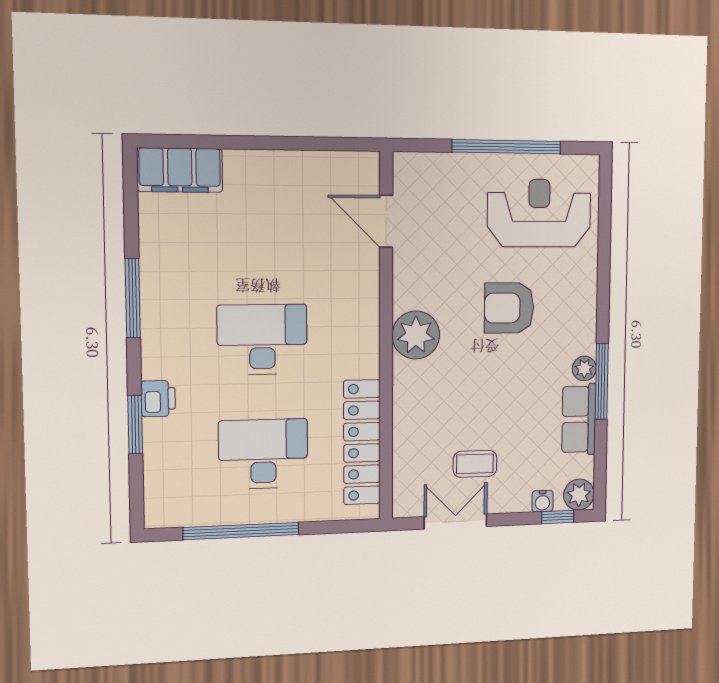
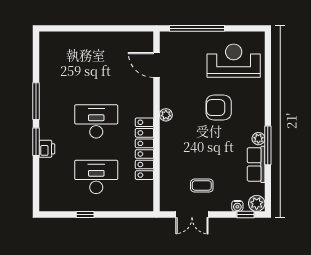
window: (507, 147) -> (197, 28), moved
filing cabinet: (180, 170) -> (59, 42), removed
plant: (416, 335) -> (166, 115), width x0.53, depth x0.53
window: (135, 425) -> (36, 142), moved
locker: (362, 442) -> (144, 149), moved
double door: (455, 521) -> (192, 214), swing flipped
window: (241, 531) -> (85, 214), width x0.32

